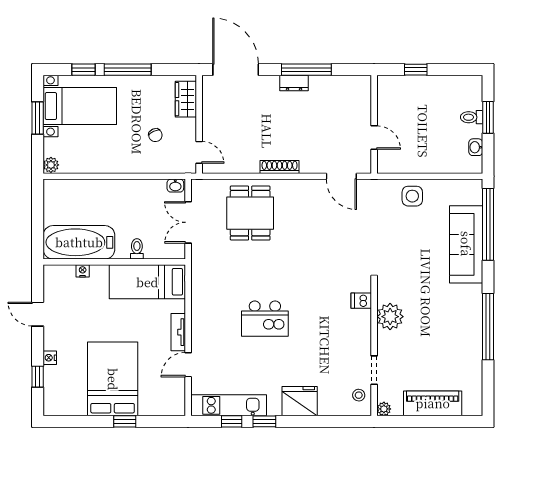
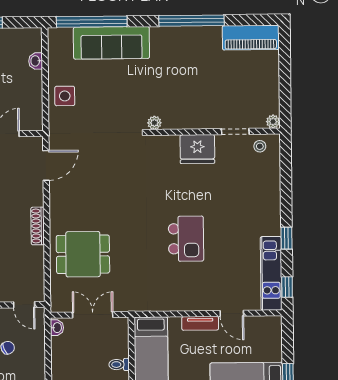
washbasin: (476, 147) -> (36, 61), moved, turned 90
door: (199, 152) -> (24, 305), swing flipped
double door: (188, 222) -> (93, 315), swing flipped
dishwasher: (361, 301) -> (167, 145), removed
plant: (390, 317) -> (154, 123), moved, width x0.53, depth x0.53
fridge: (300, 401) -> (197, 149), moved, turned -90
piano: (433, 403) -> (251, 38), moved, turned -90
window: (232, 421) -> (287, 287), moved

